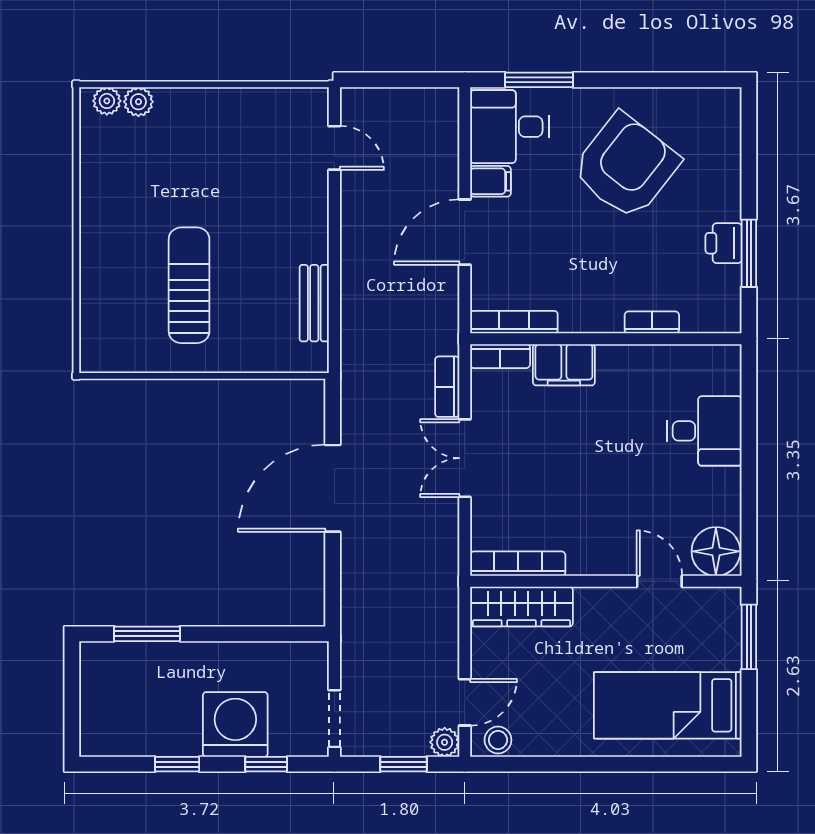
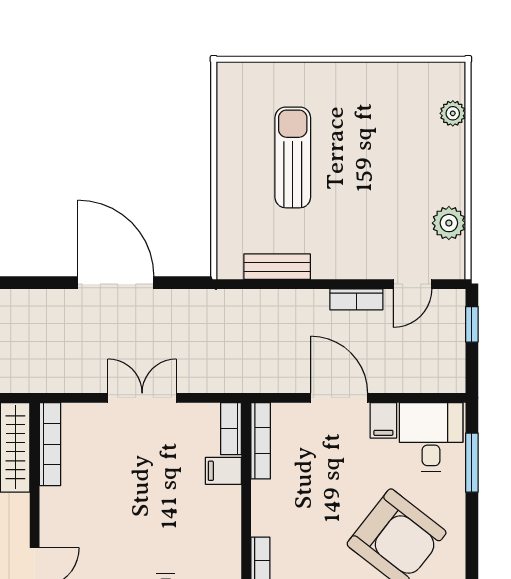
window: (380, 80) -> (472, 324), added
plant: (107, 101) -> (449, 223), moved, width x1.38, depth x1.38
sun lounger: (189, 285) -> (293, 157), turned -90
filing cabinet: (564, 365) -> (223, 471), width x0.50
bookcase: (447, 387) -> (356, 299), moved, turned 180

